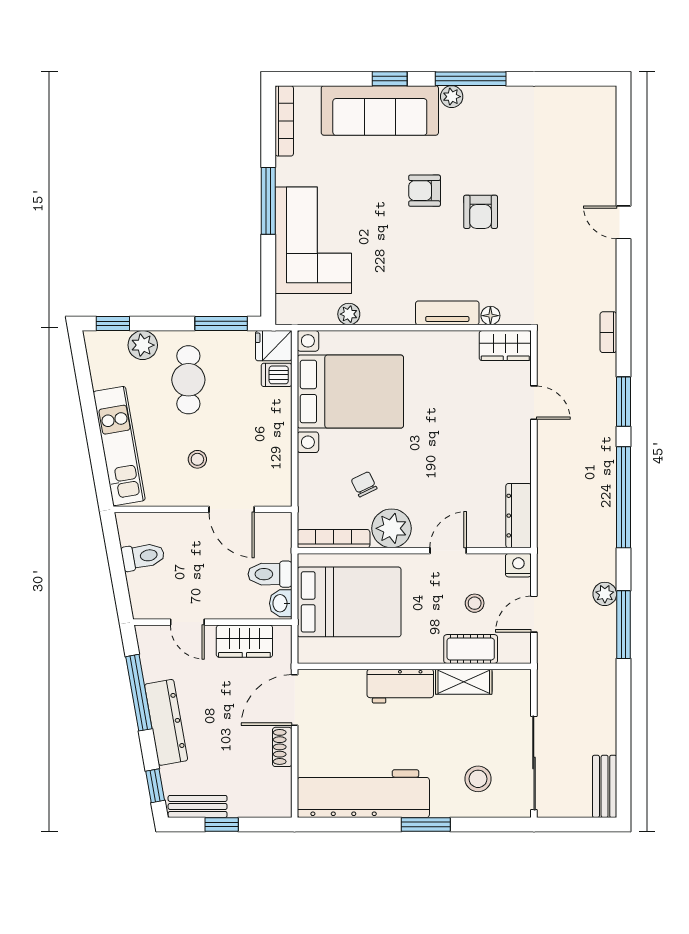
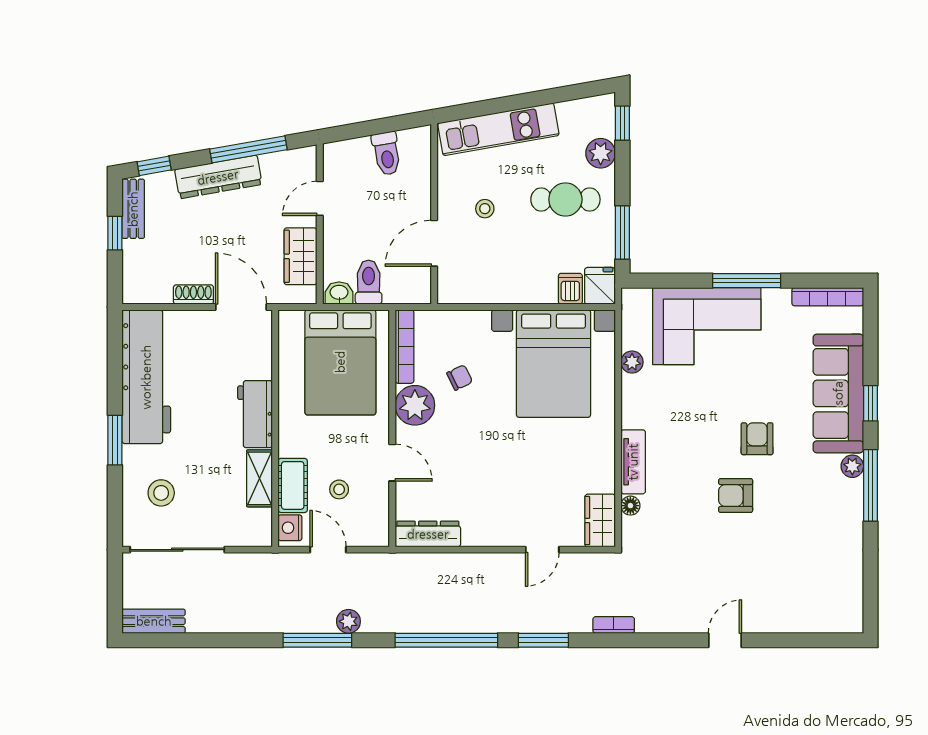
nightstand: (518, 565) -> (290, 528), moved, turned 180

